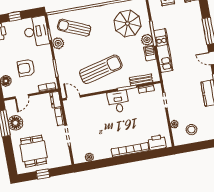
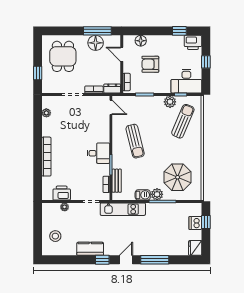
kitchen unit: (163, 51) -> (123, 209), moved
armchair: (26, 68) -> (150, 64), turned -90
sun lounger: (101, 69) -> (135, 141), width x0.73, depth x0.75
door: (73, 98) -> (111, 107), hinge flipped
stool: (191, 130) -> (55, 236), moved
printer: (157, 142) -> (62, 193), moved, turned -90
dining table: (34, 151) -> (63, 56), turned 90
window: (43, 174) -> (38, 73), moved

